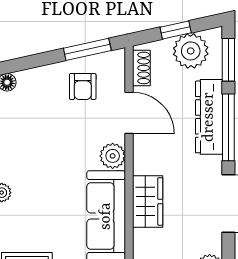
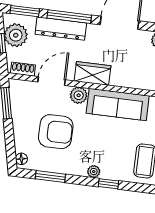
armchair: (83, 87) -> (56, 132), moved, width x1.88, depth x1.88
wardrobe: (148, 201) -> (92, 73), moved

